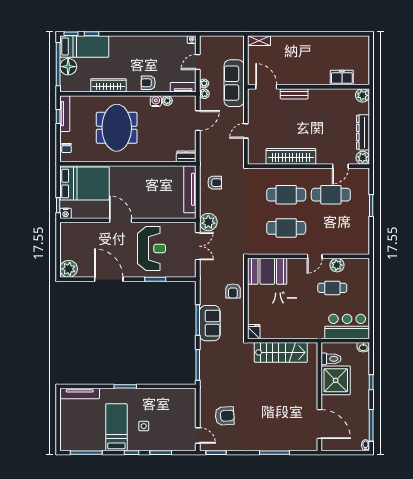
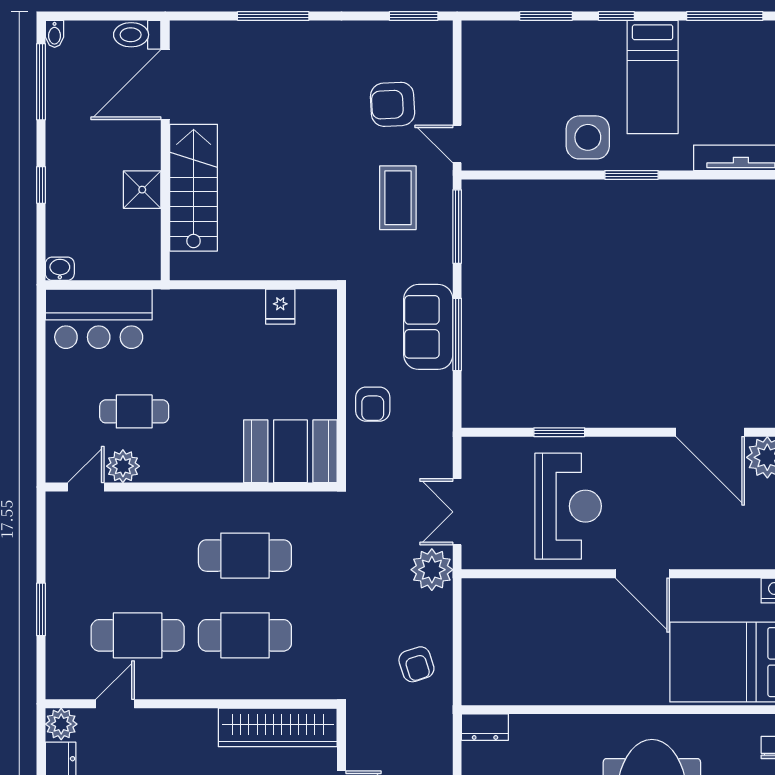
wardrobe: (291, 156) -> (278, 727), moved
armchair: (215, 183) -> (416, 664), turned -108
tv unit: (190, 189) -> (476, 648), removed
reception desk: (152, 248) -> (568, 506), turned 180
door: (315, 256) -> (86, 487), moved
door: (109, 279) -> (710, 432), moved
armchair: (233, 291) -> (373, 404), turned 180
fridge: (254, 332) -> (280, 307), moved
stairs: (281, 352) -> (194, 188), moved, turned 90
toilet: (331, 359) -> (137, 35), moved
coffee table: (222, 377) -> (398, 198), added
shower: (336, 380) -> (142, 190), width x0.54, depth x0.54
door: (319, 424) -> (165, 85), hinge flipped
side table: (144, 426) -> (588, 137), moved, width x1.87, depth x1.87
door: (198, 435) -> (457, 144), moved

